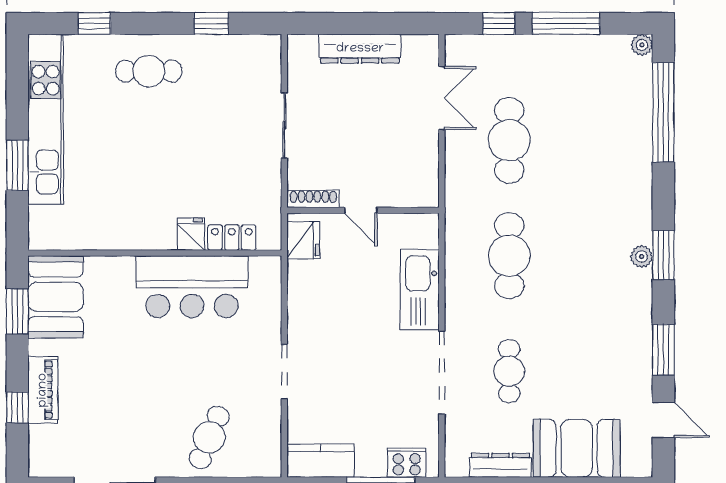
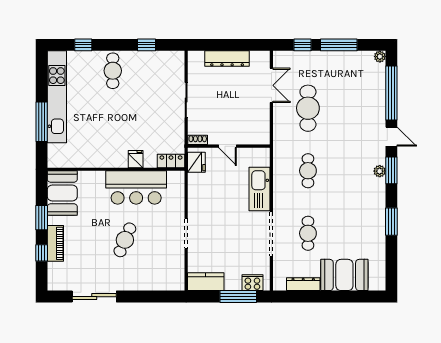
cafe table: (149, 71) -> (113, 71), turned 90
window: (17, 165) -> (42, 122), width x1.44
shoe rack: (313, 199) -> (198, 140), width x0.70
locker: (232, 238) -> (171, 161), moved
cafe table: (509, 256) -> (308, 171), width x0.73, depth x0.74
window: (17, 312) -> (42, 218), moved
door: (663, 420) -> (391, 137), moved
cafe table: (209, 437) -> (125, 240), moved

